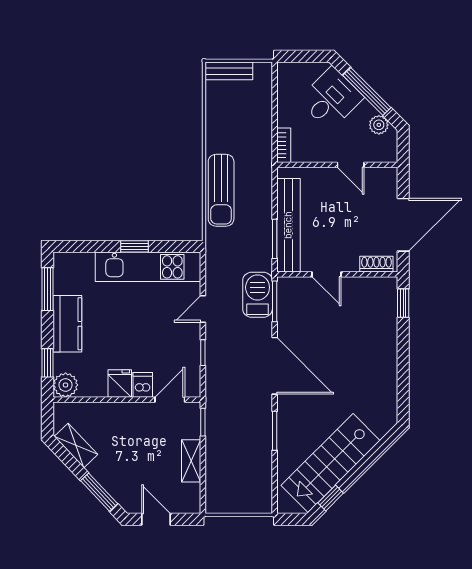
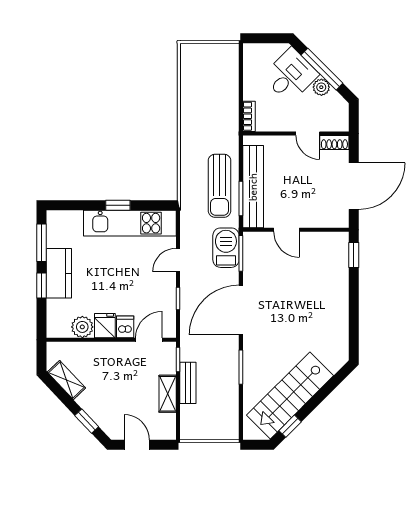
bench: (229, 71) -> (188, 383), moved, turned 90
plant: (379, 125) -> (321, 87), moved
sun lounger: (221, 190) -> (220, 186), moved
shoe rack: (376, 264) -> (334, 142), moved, turned 180
window: (48, 363) -> (41, 286), moved
door: (275, 366) -> (241, 310), swing flipped
plant: (66, 385) -> (82, 327), moved
window: (99, 492) -> (87, 421), width x0.67

